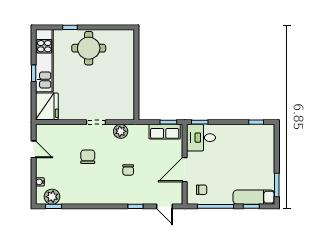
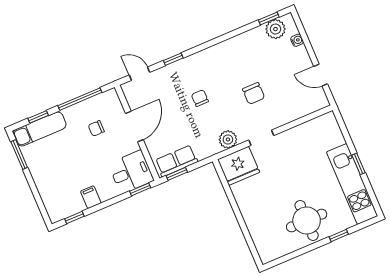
fridge: (47, 106) -> (239, 166), moved, turned -90
filing cabinet: (238, 132) -> (91, 197), added
chair: (202, 190) -> (96, 128), moved

